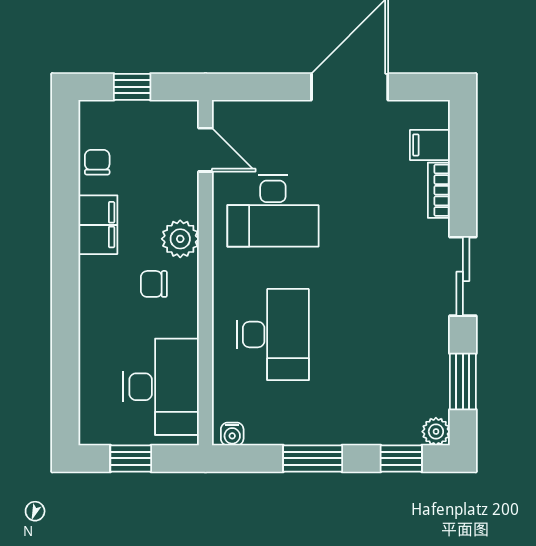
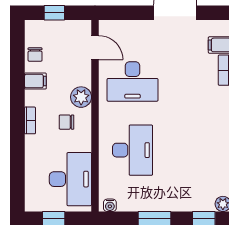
chair: (97, 162) -> (35, 55), turned 180
filing cabinet: (98, 225) -> (35, 81), width x0.50
bookcase: (88, 281) -> (30, 120), added

